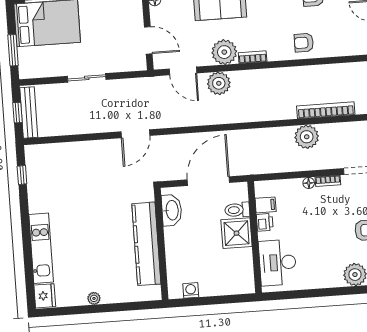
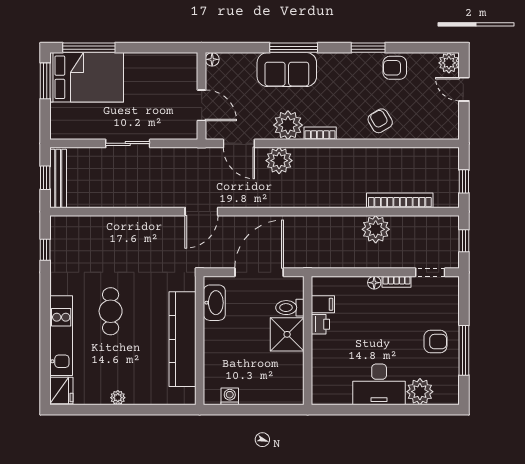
armchair: (304, 43) -> (380, 121), turned 59
window: (13, 50) -> (45, 81), moved
door: (135, 134) -> (201, 212), moved
cafe table: (82, 224) -> (111, 311), added
desk: (278, 263) -> (379, 384), moved, turned -90

